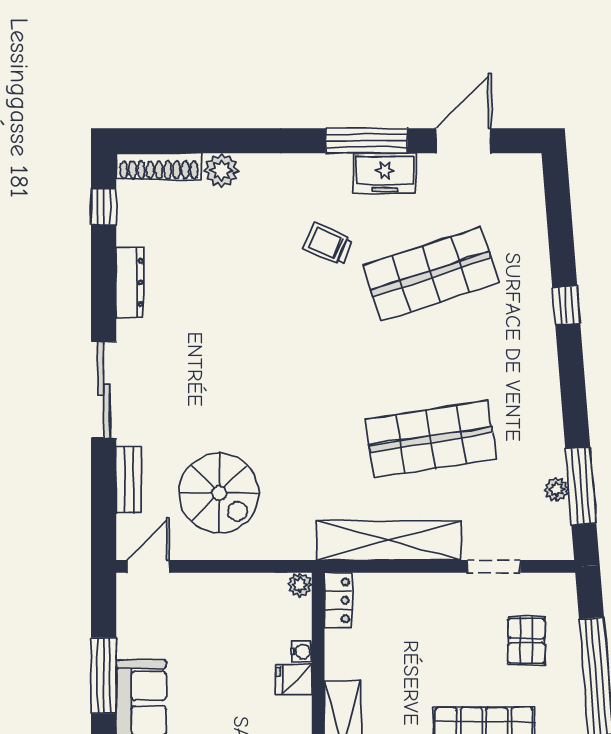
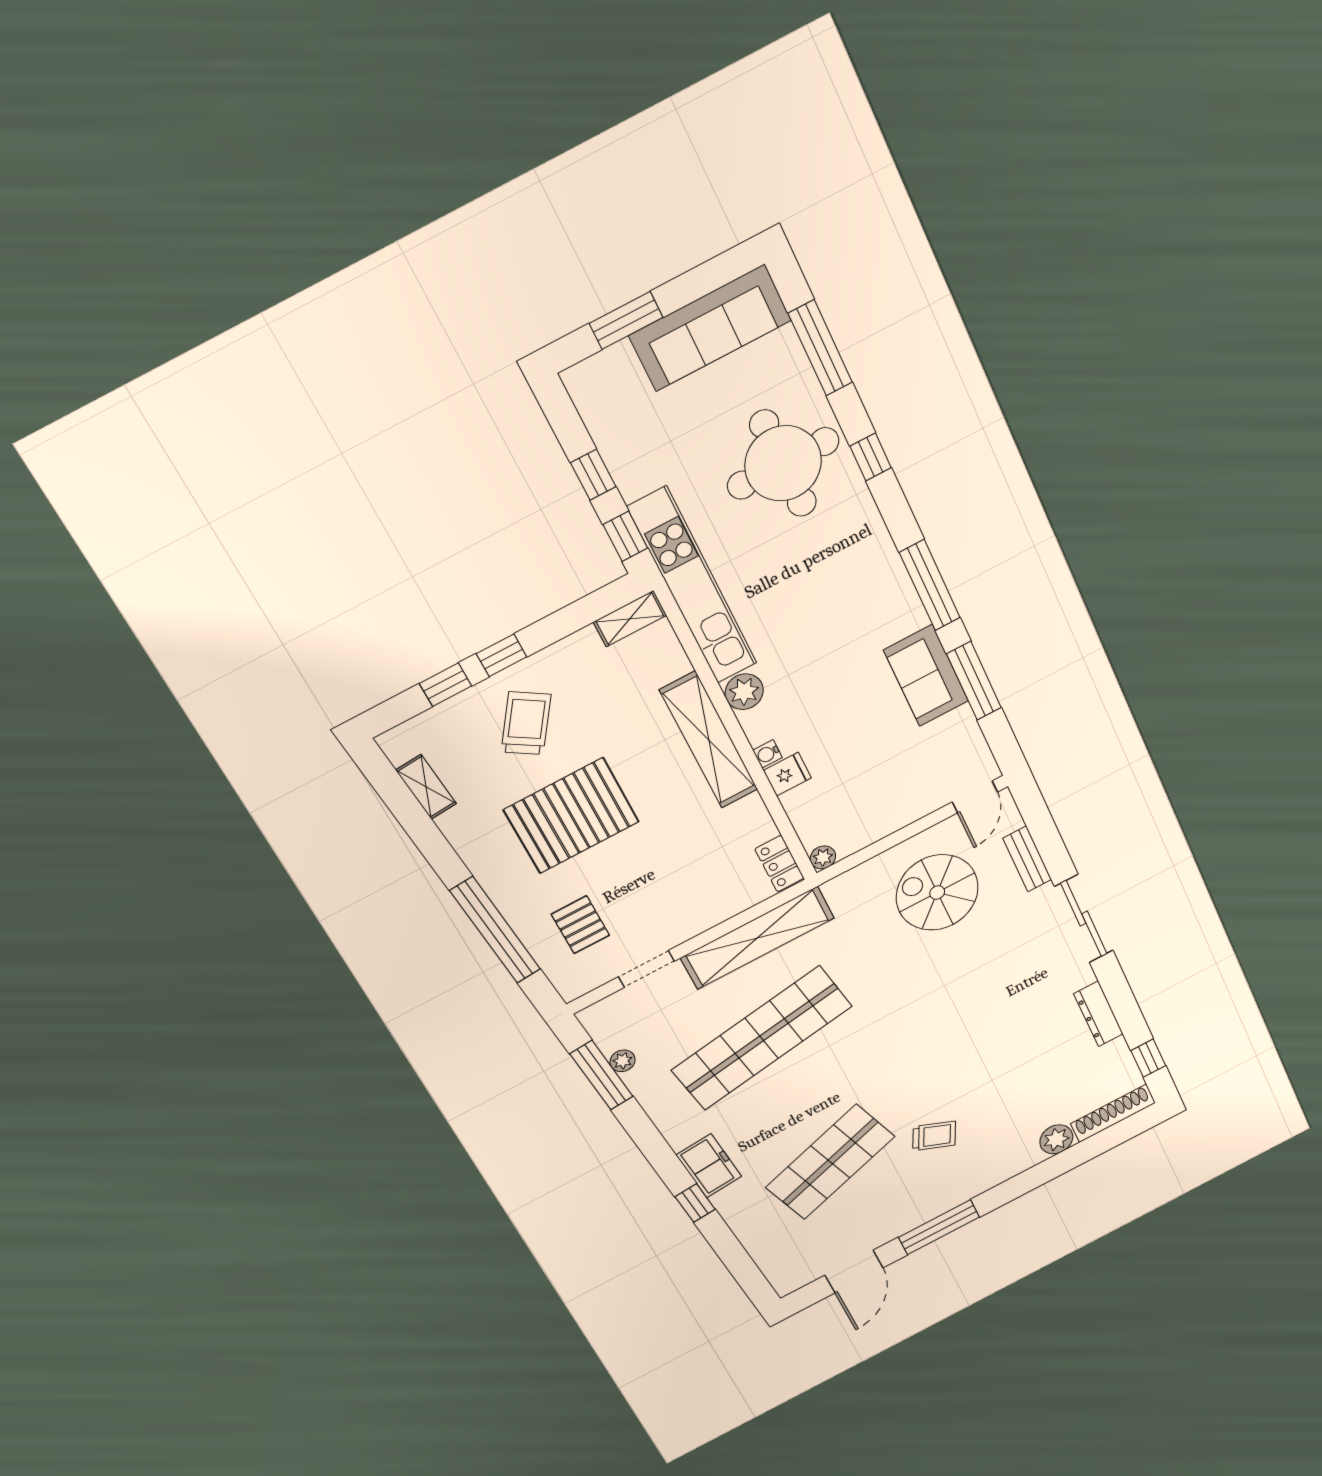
freezer: (385, 173) -> (709, 1166), moved, turned 85
shop shelf: (431, 439) -> (762, 1038), width x1.40
water cooler: (301, 652) -> (768, 754), moved

